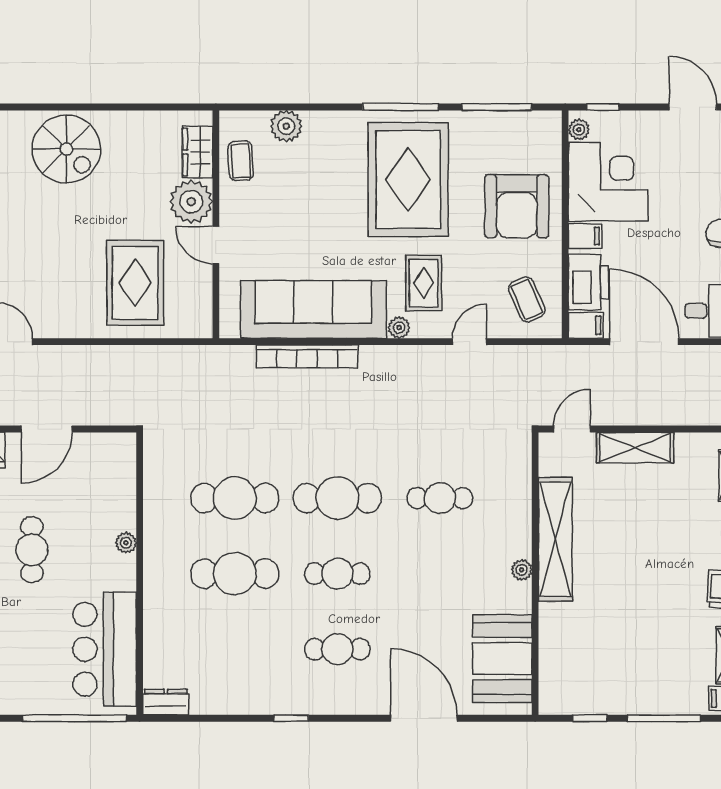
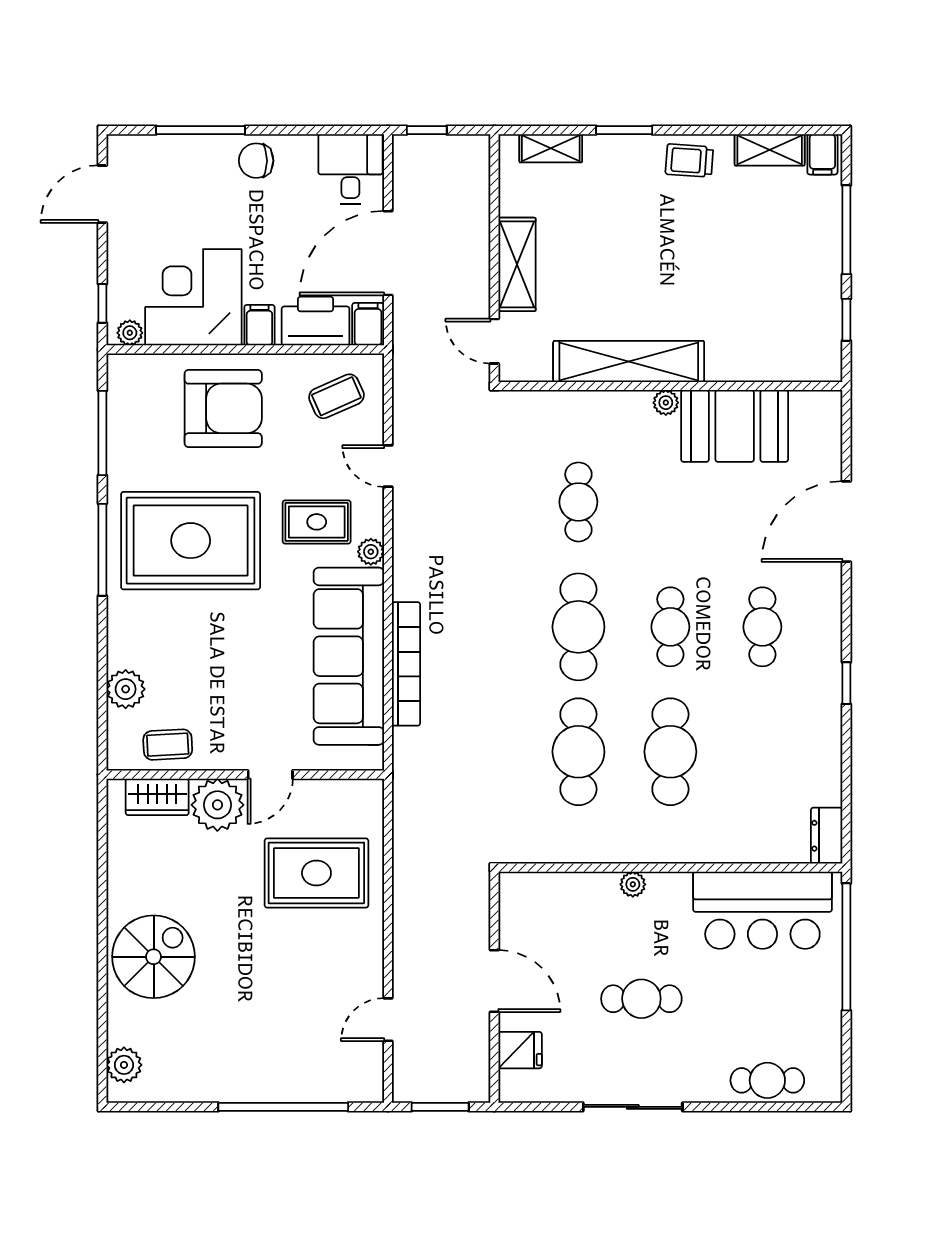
booth: (502, 659) -> (735, 426), moved

